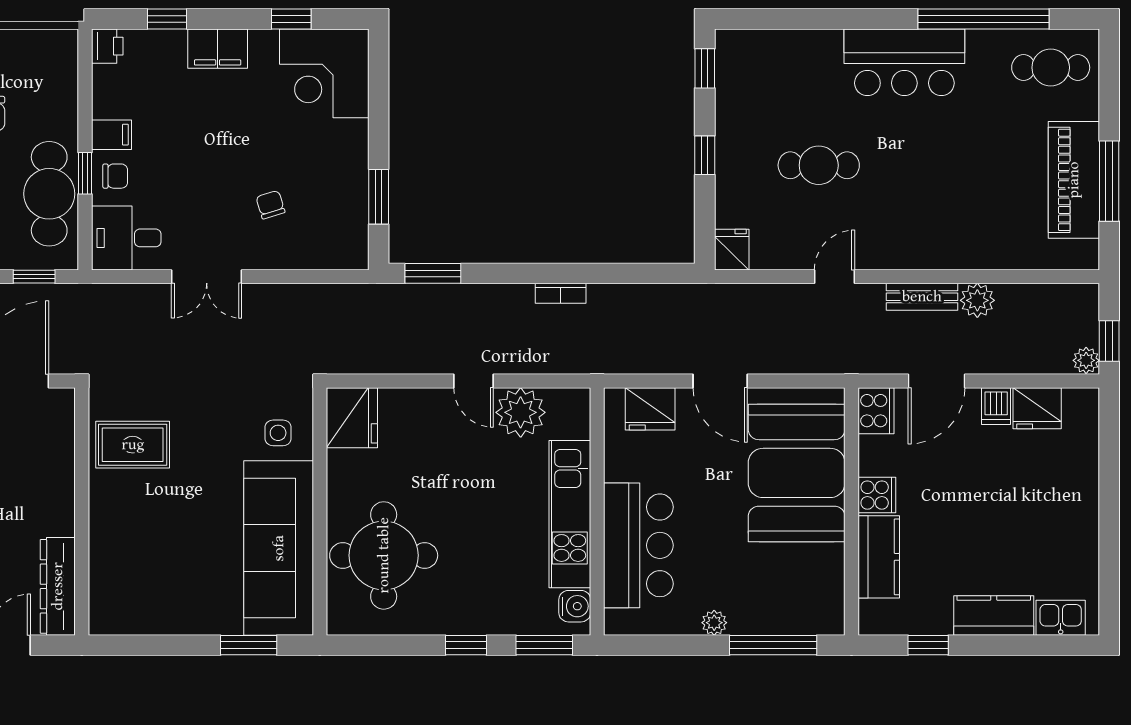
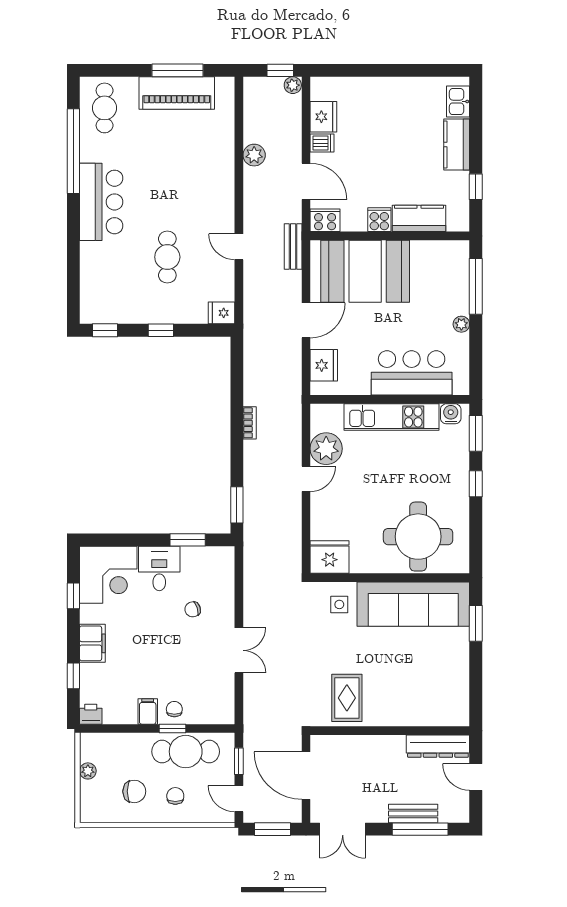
plant: (19, 42) -> (88, 771), added
desk: (126, 238) -> (159, 568), moved, turned 180
bench: (922, 297) -> (293, 246), moved

